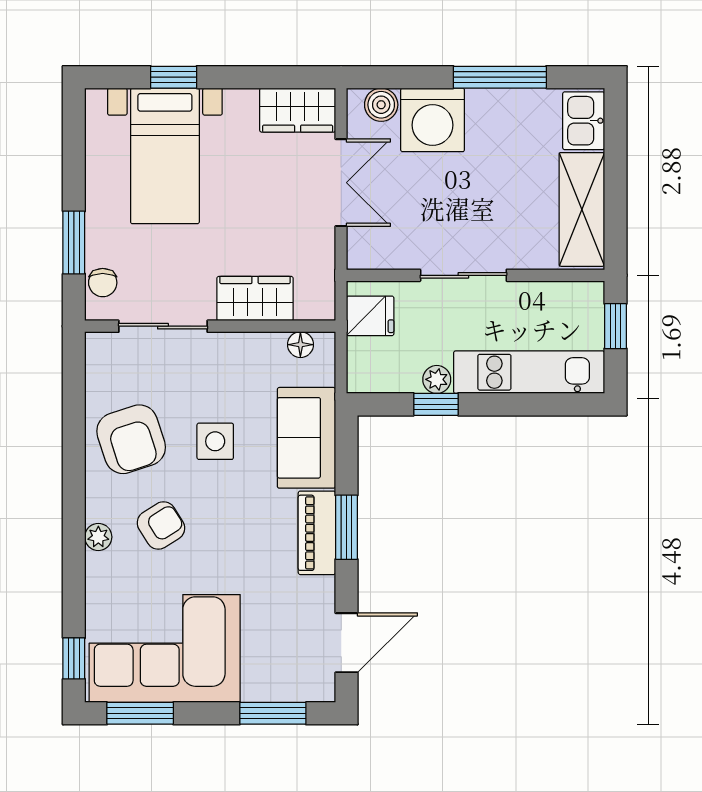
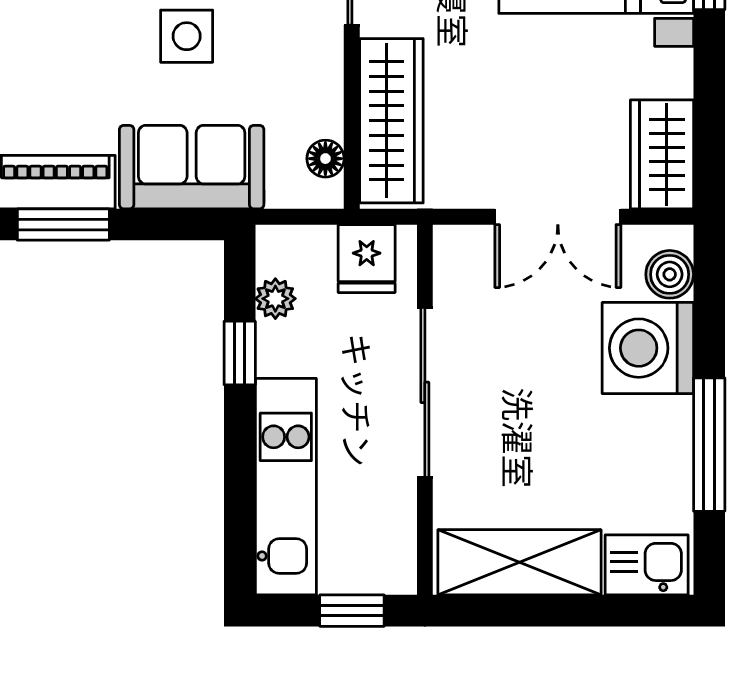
sliding door: (463, 275) -> (425, 392), width x1.37
wardrobe: (255, 299) -> (391, 121), width x1.50
plant: (437, 379) -> (275, 299), moved

